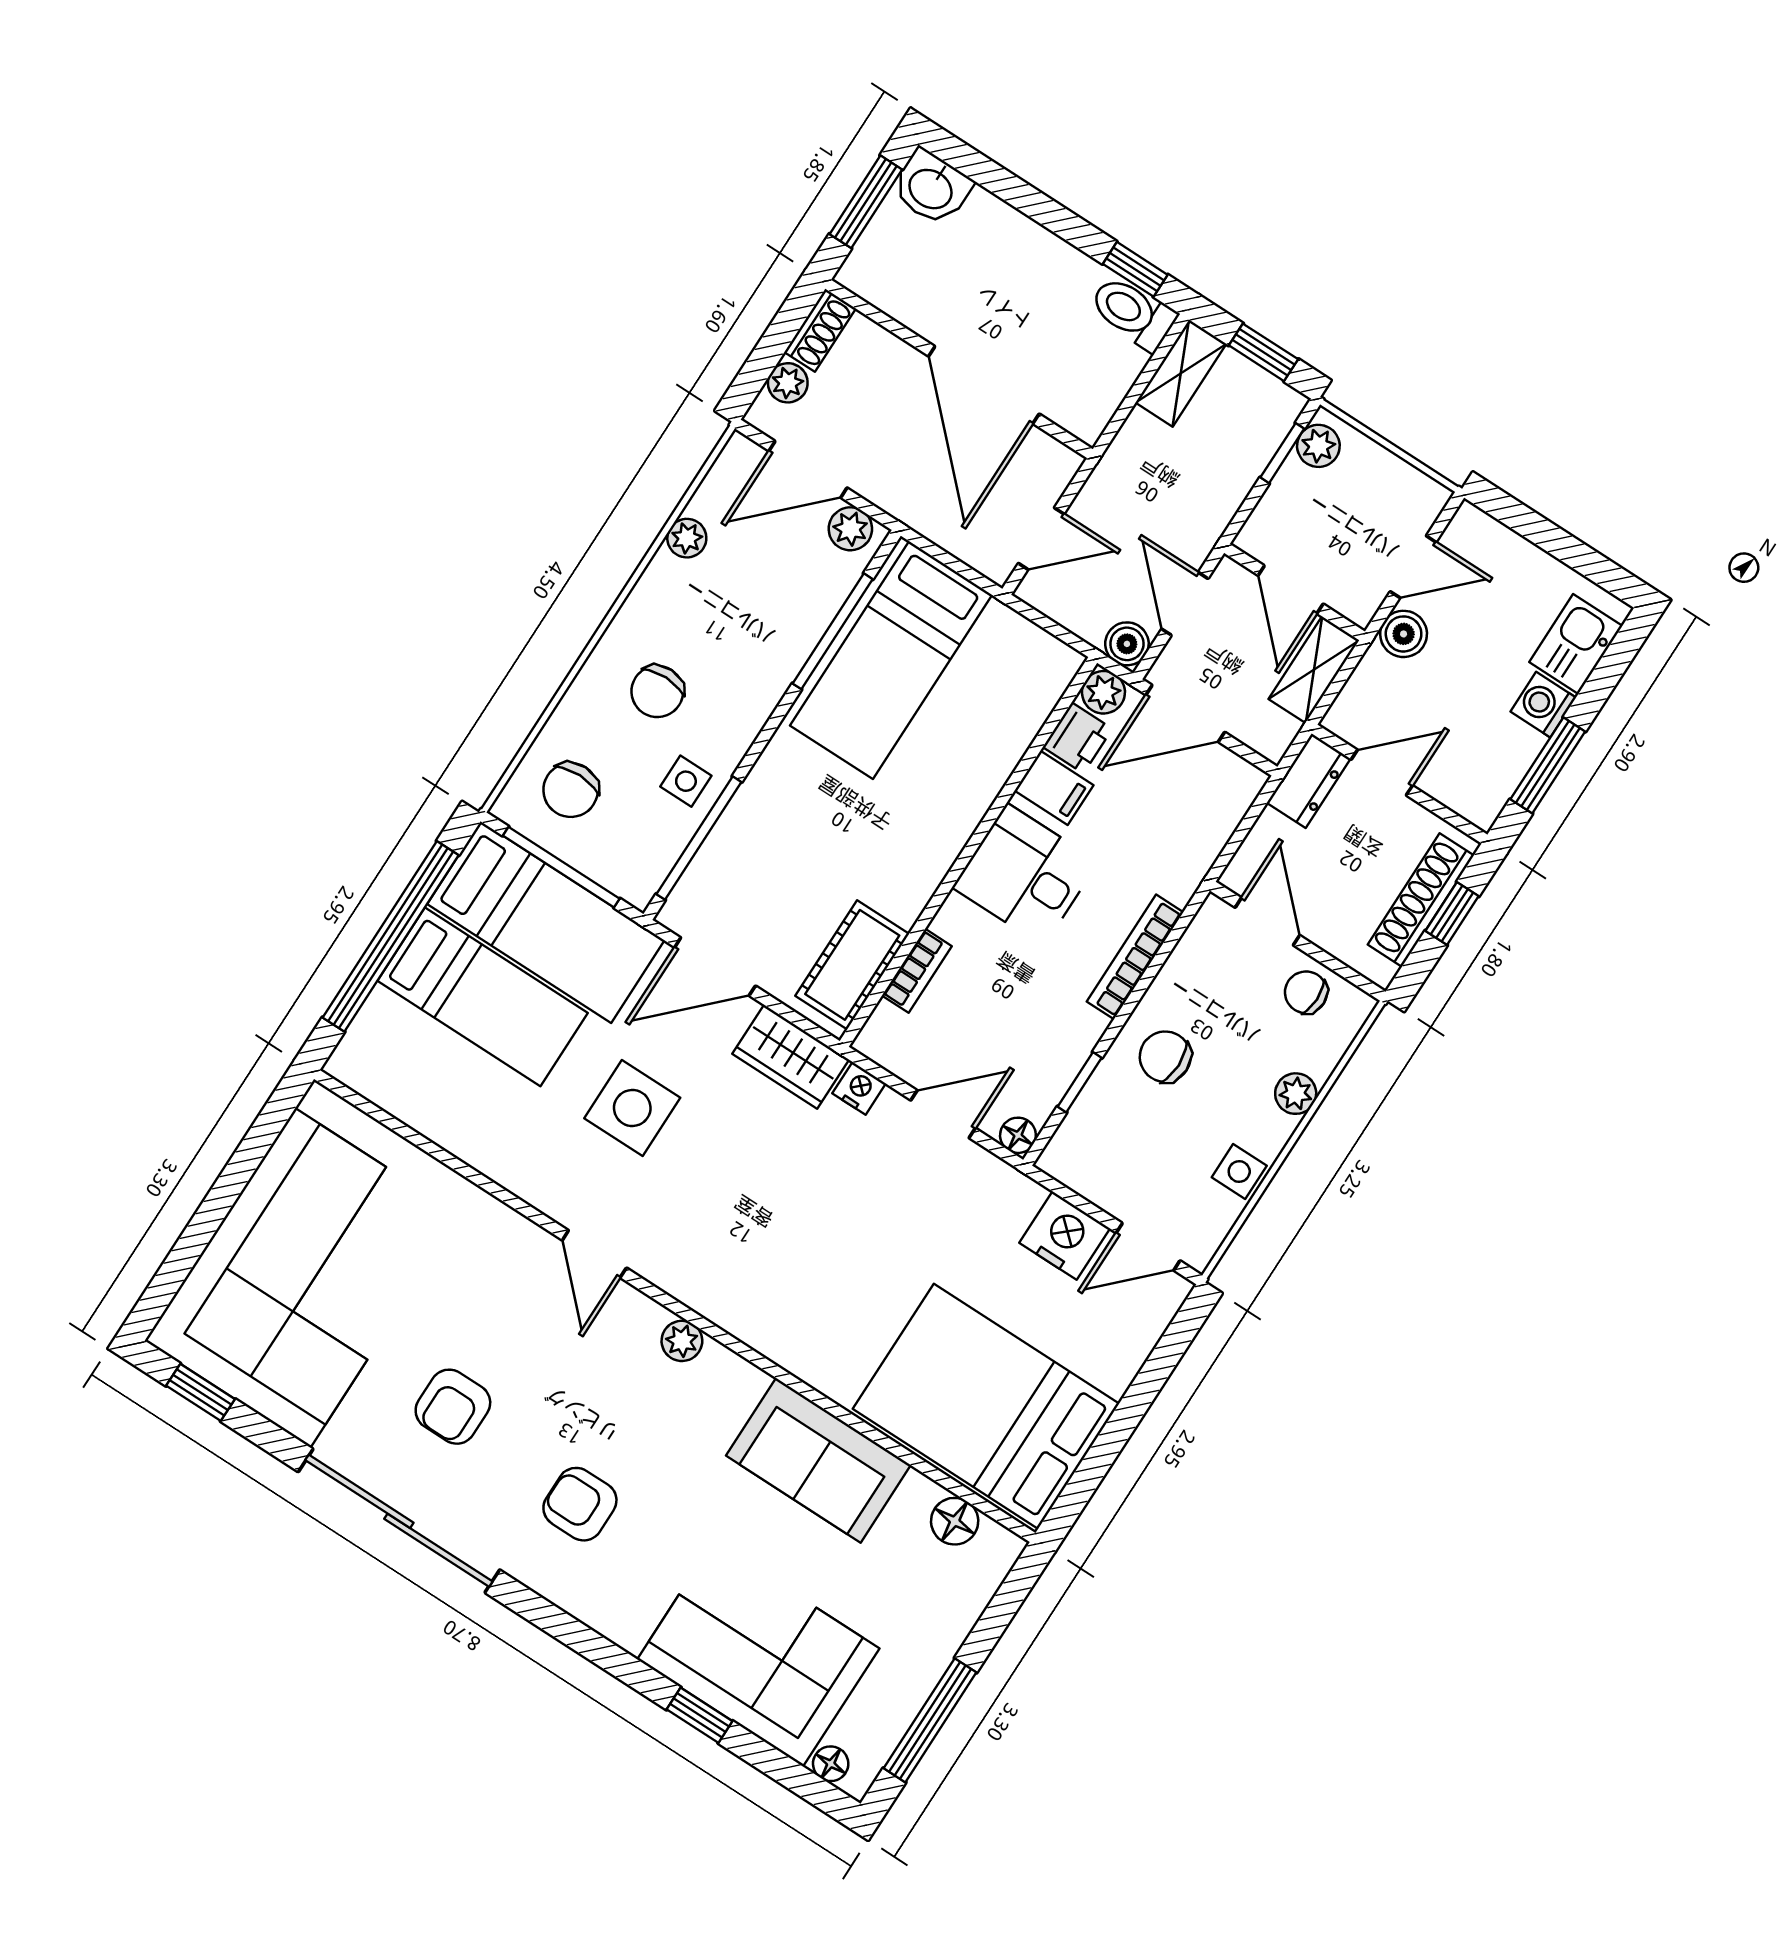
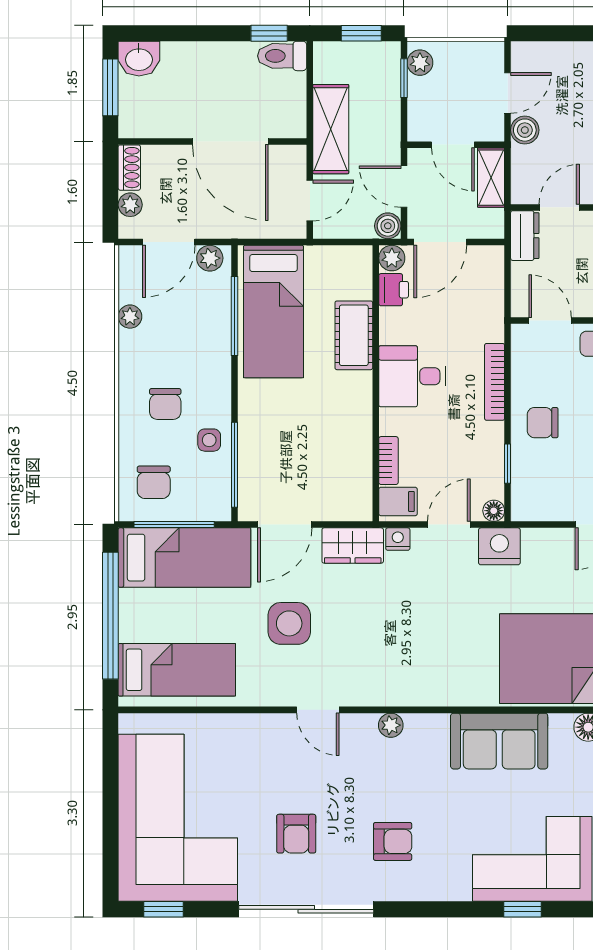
shelving: (1181, 373) -> (331, 129), moved, width x1.50, depth x1.33
filing cabinet: (1054, 788) -> (398, 501), moved
cot: (852, 965) -> (354, 335), moved
bed: (483, 997) -> (177, 670), moved
nightstand: (1065, 1236) -> (499, 546), moved
armchair: (580, 1504) -> (393, 841), turned 180

